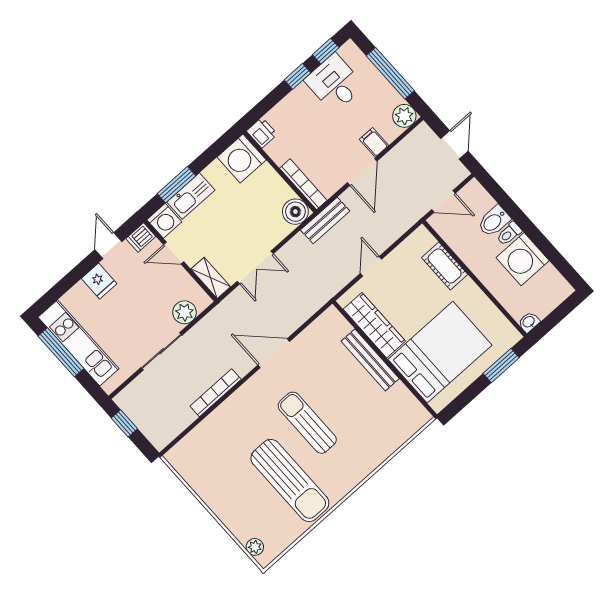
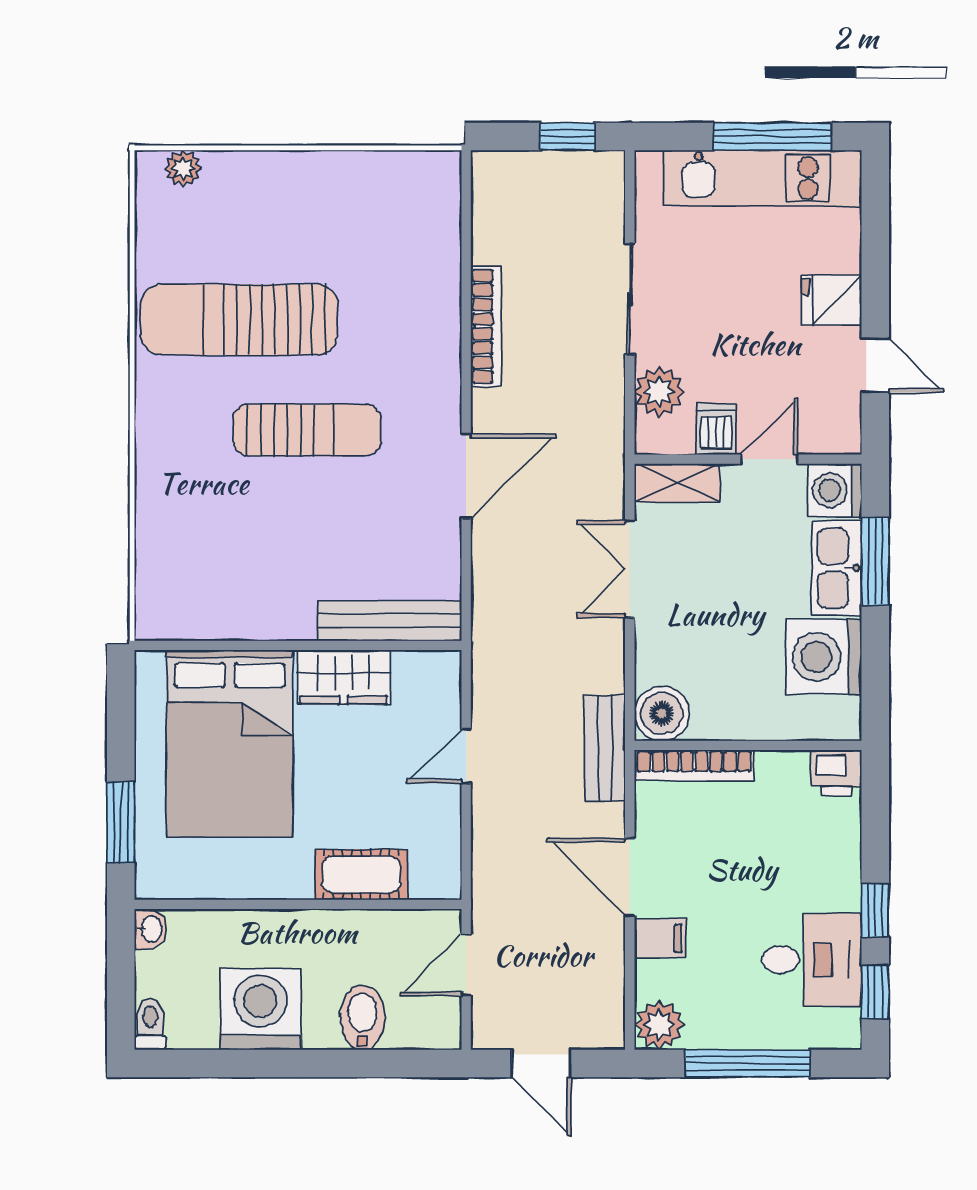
washing machine: (242, 158) -> (824, 657), moved, turned -90
toilet: (509, 234) -> (150, 1024), moved
dishwasher: (141, 238) -> (716, 429), moved
door: (371, 266) -> (466, 756), swing flipped
wardrobe: (374, 325) -> (344, 677), width x0.67
bench: (370, 360) -> (390, 621), moved

